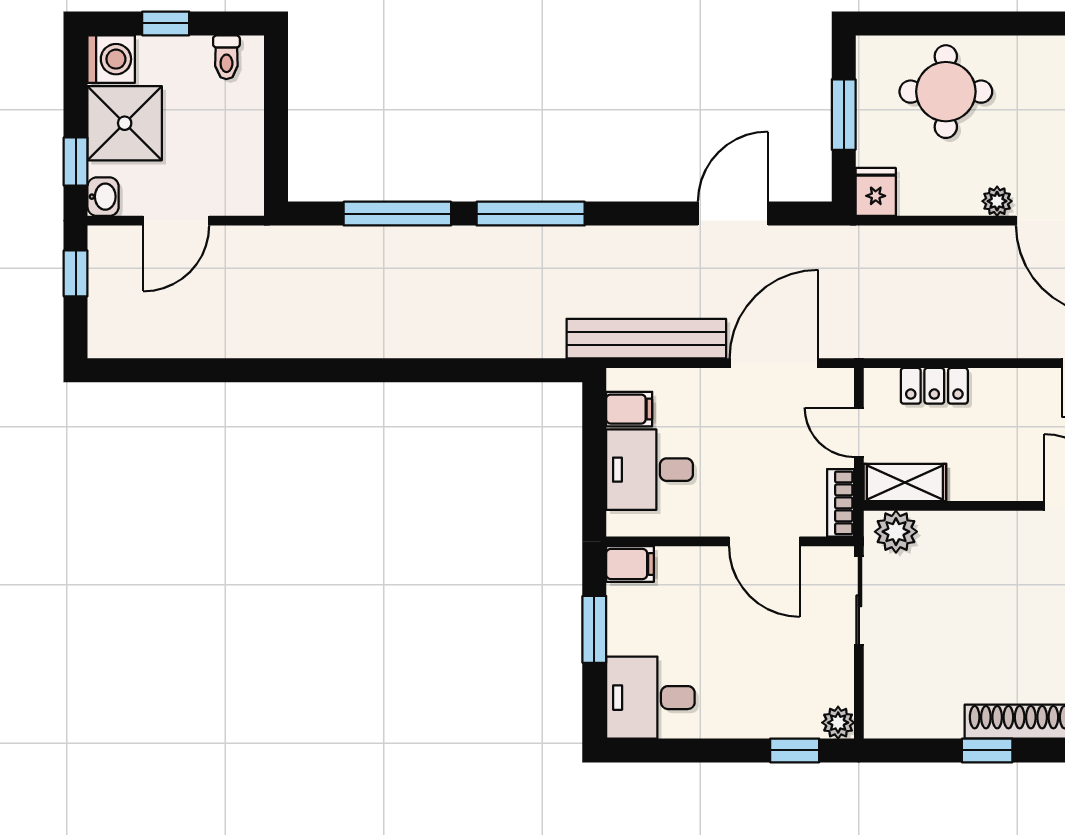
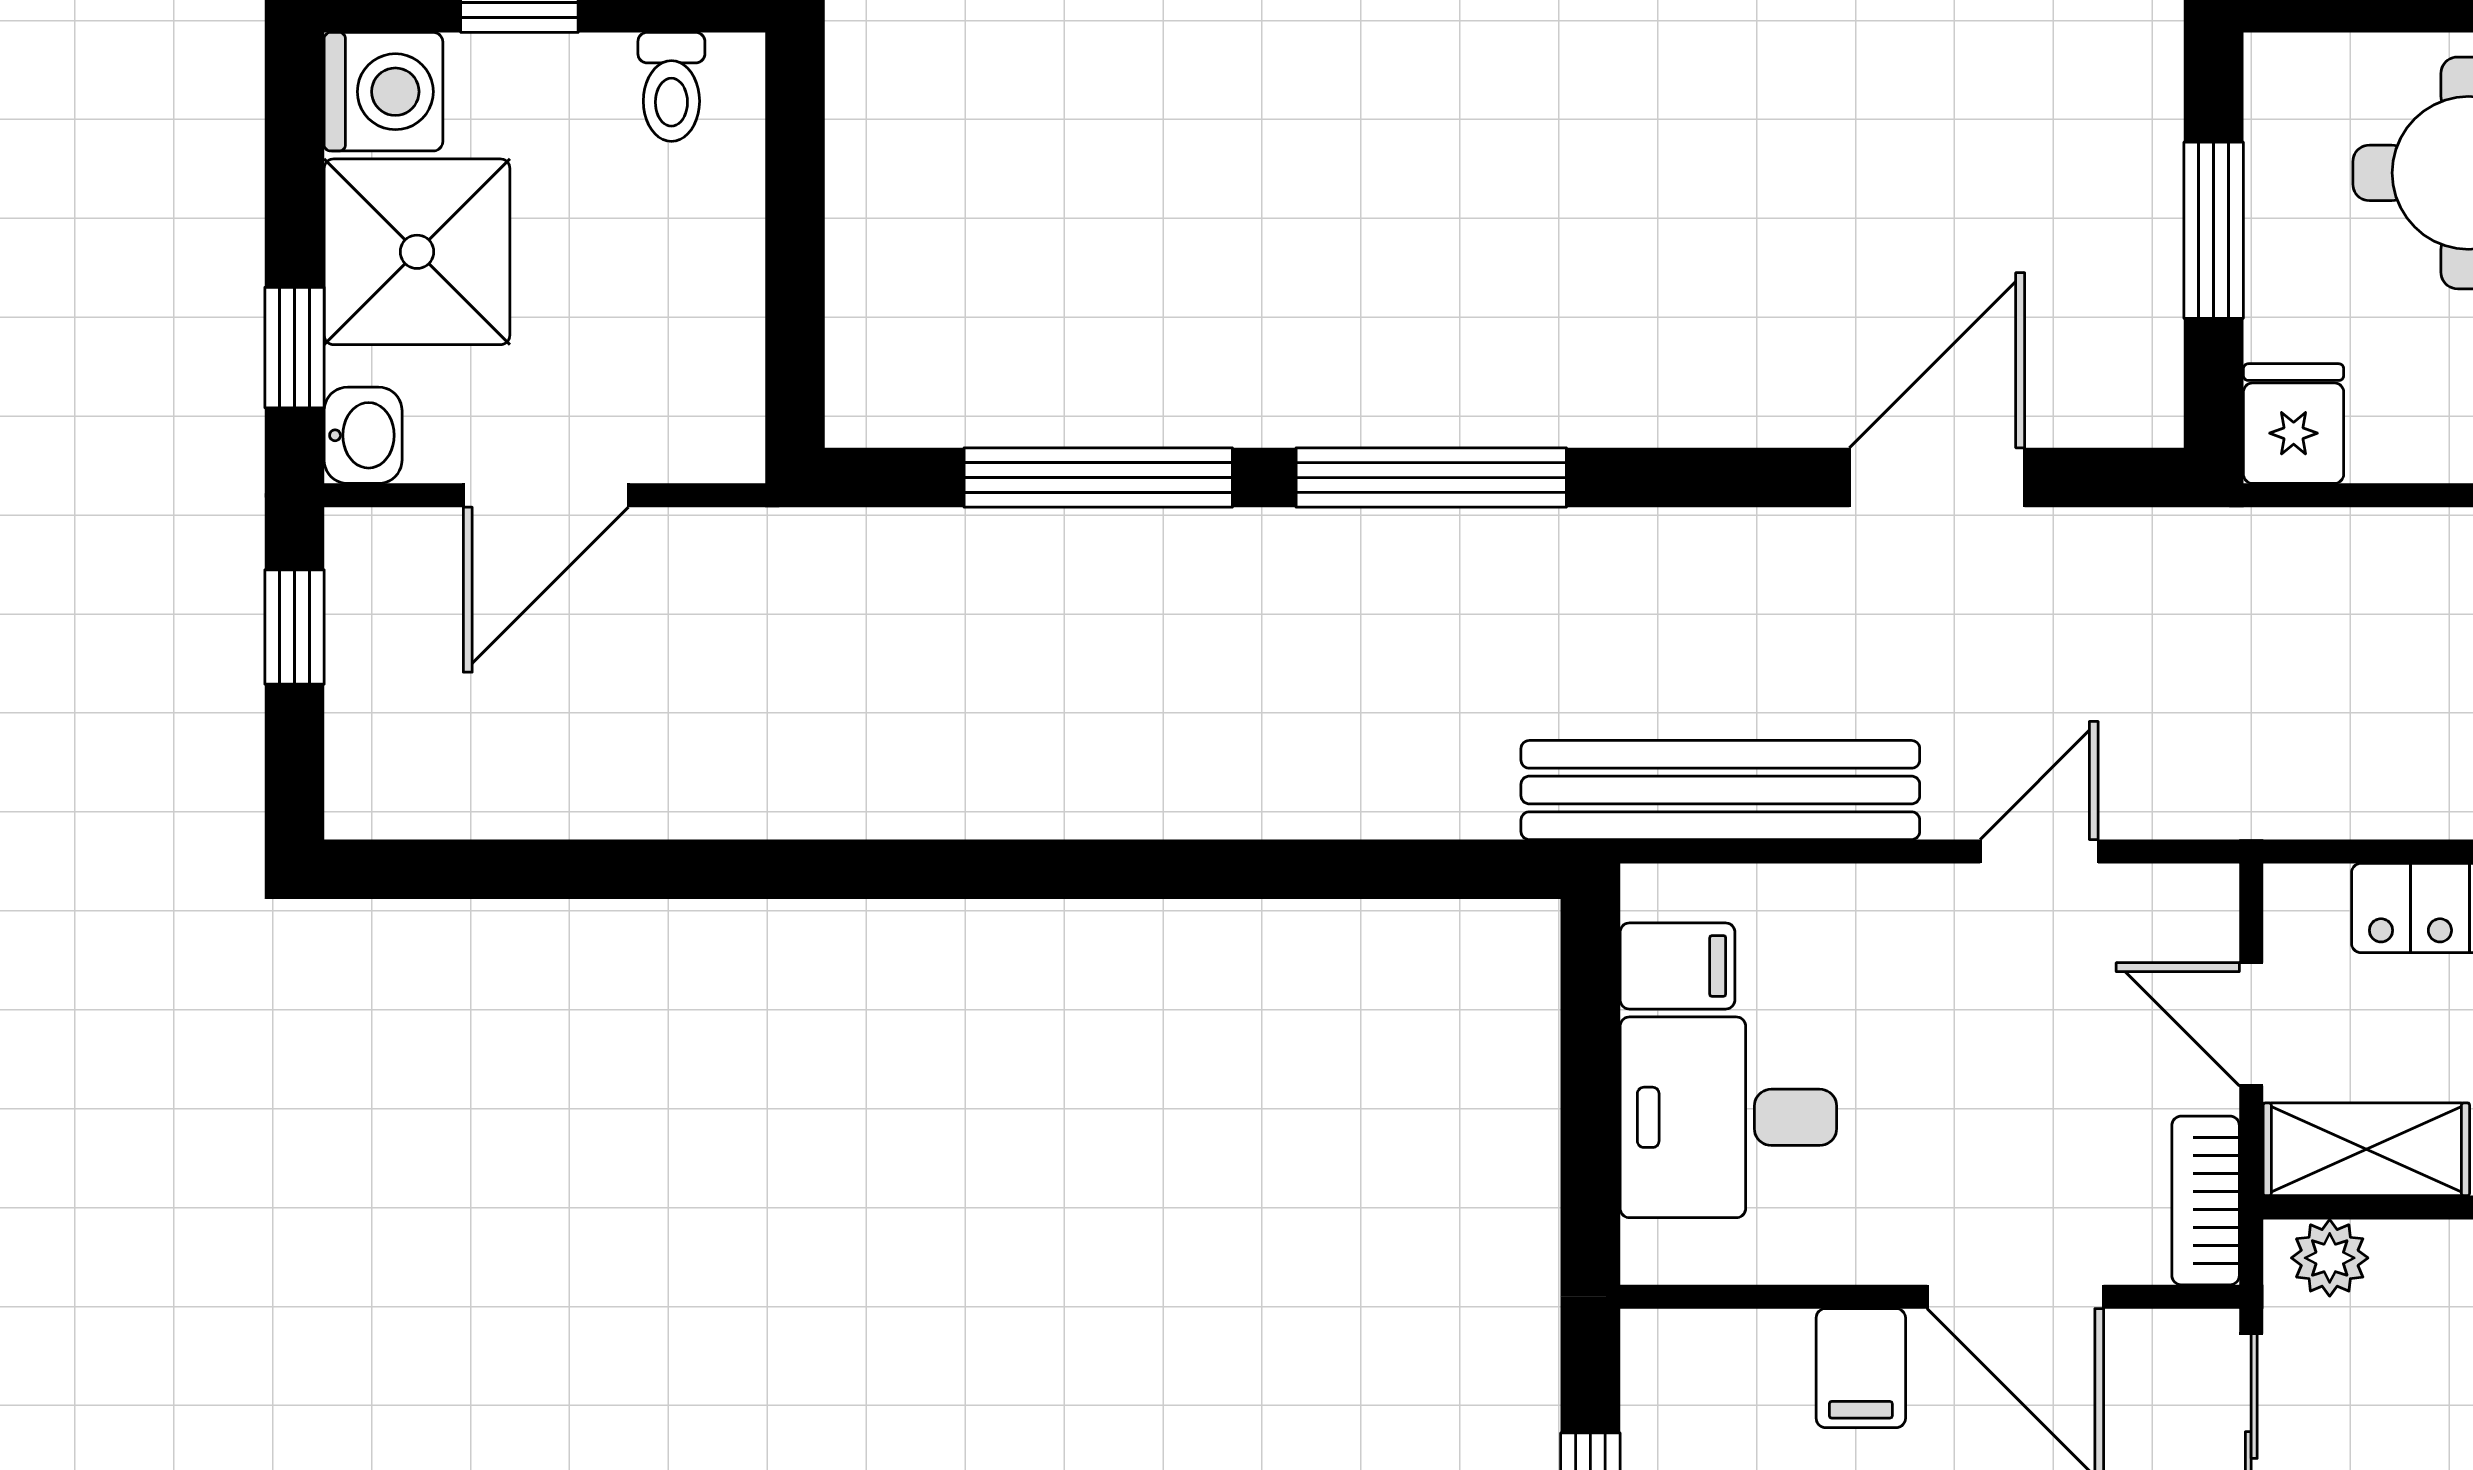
door: (774, 363) -> (2039, 851), width x0.53
plant: (896, 532) -> (2330, 1258), width x0.73, depth x0.73
filing cabinet: (630, 564) -> (1861, 1368), moved, turned 90

